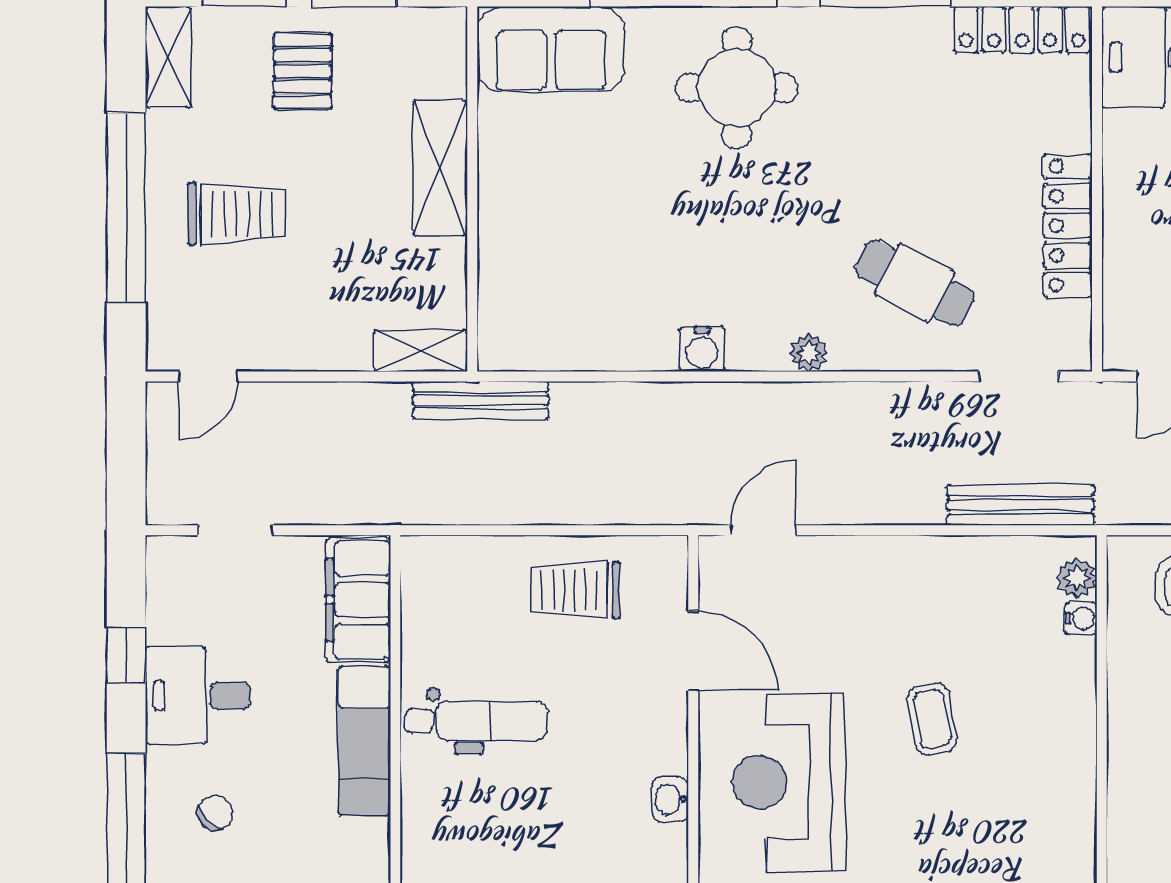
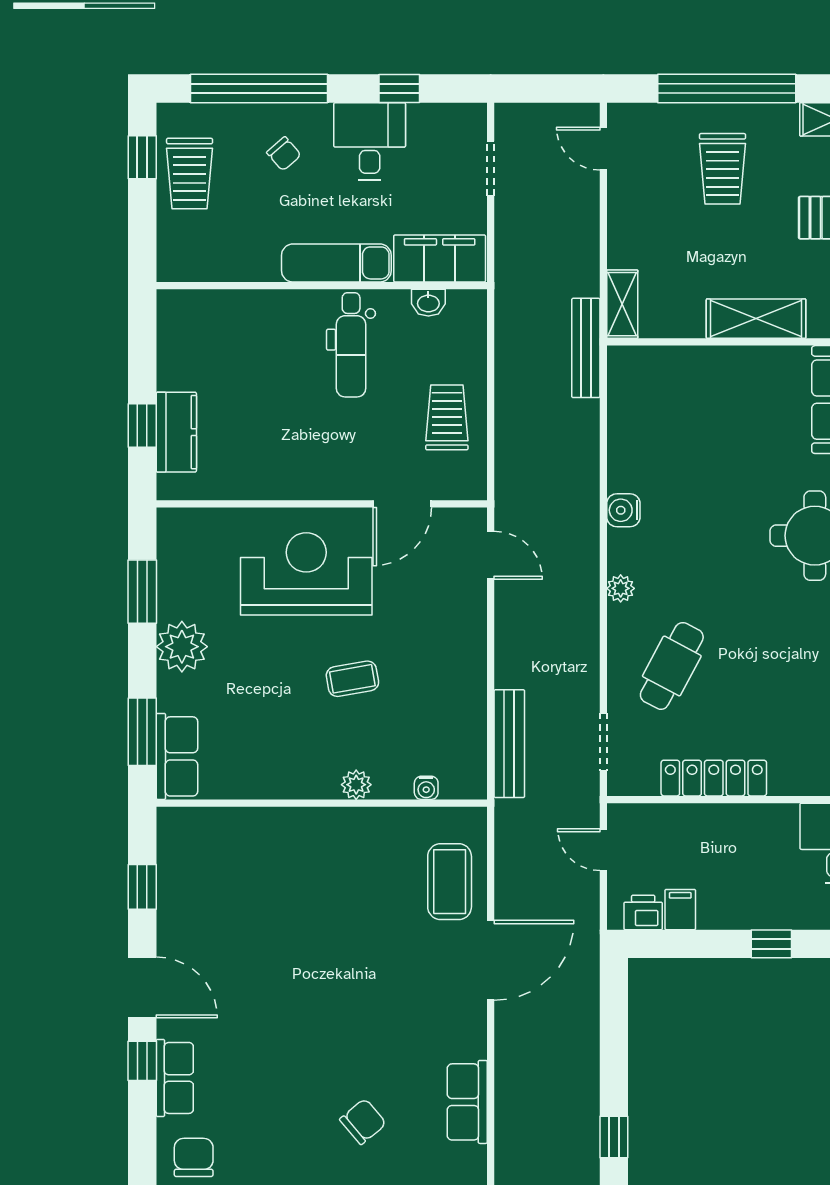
plant: (1077, 578) -> (356, 785), moved
washbasin: (670, 799) -> (428, 303), moved, turned 180

